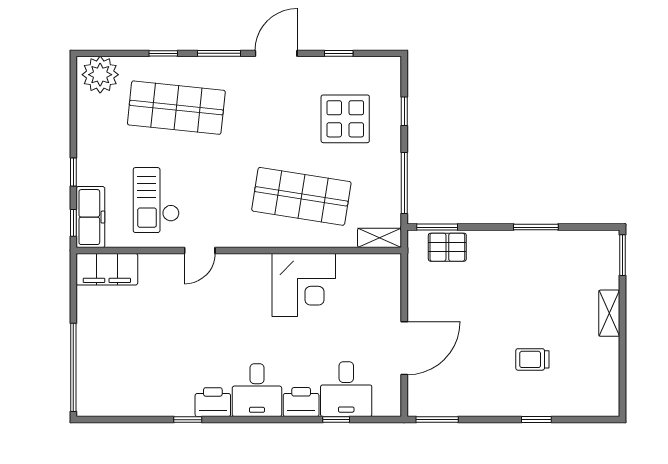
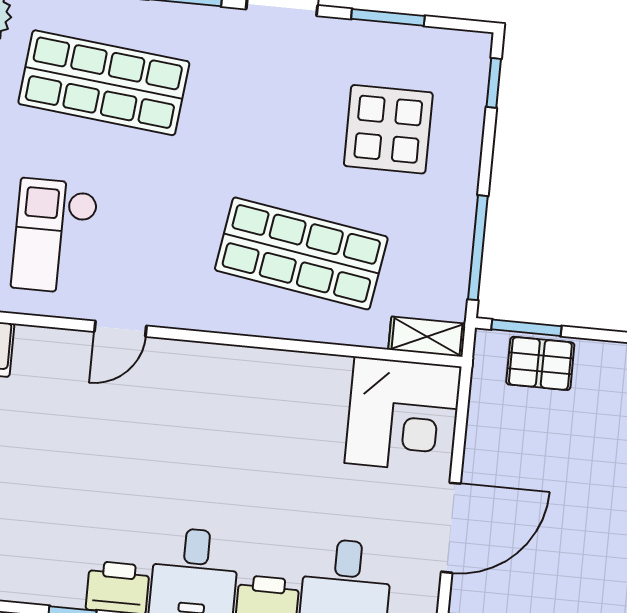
window: (339, 53) -> (388, 17), width x1.50
window: (404, 111) -> (494, 83), moved
corner desk: (304, 285) -> (403, 415), moved

